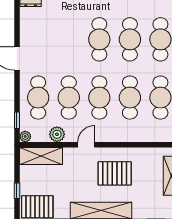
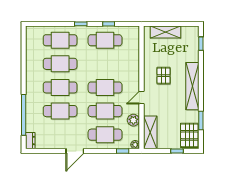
cafe table: (130, 98) -> (60, 111), moved
door: (86, 145) -> (141, 98), hinge flipped
pallet: (115, 173) -> (164, 76), width x0.67, depth x0.71

